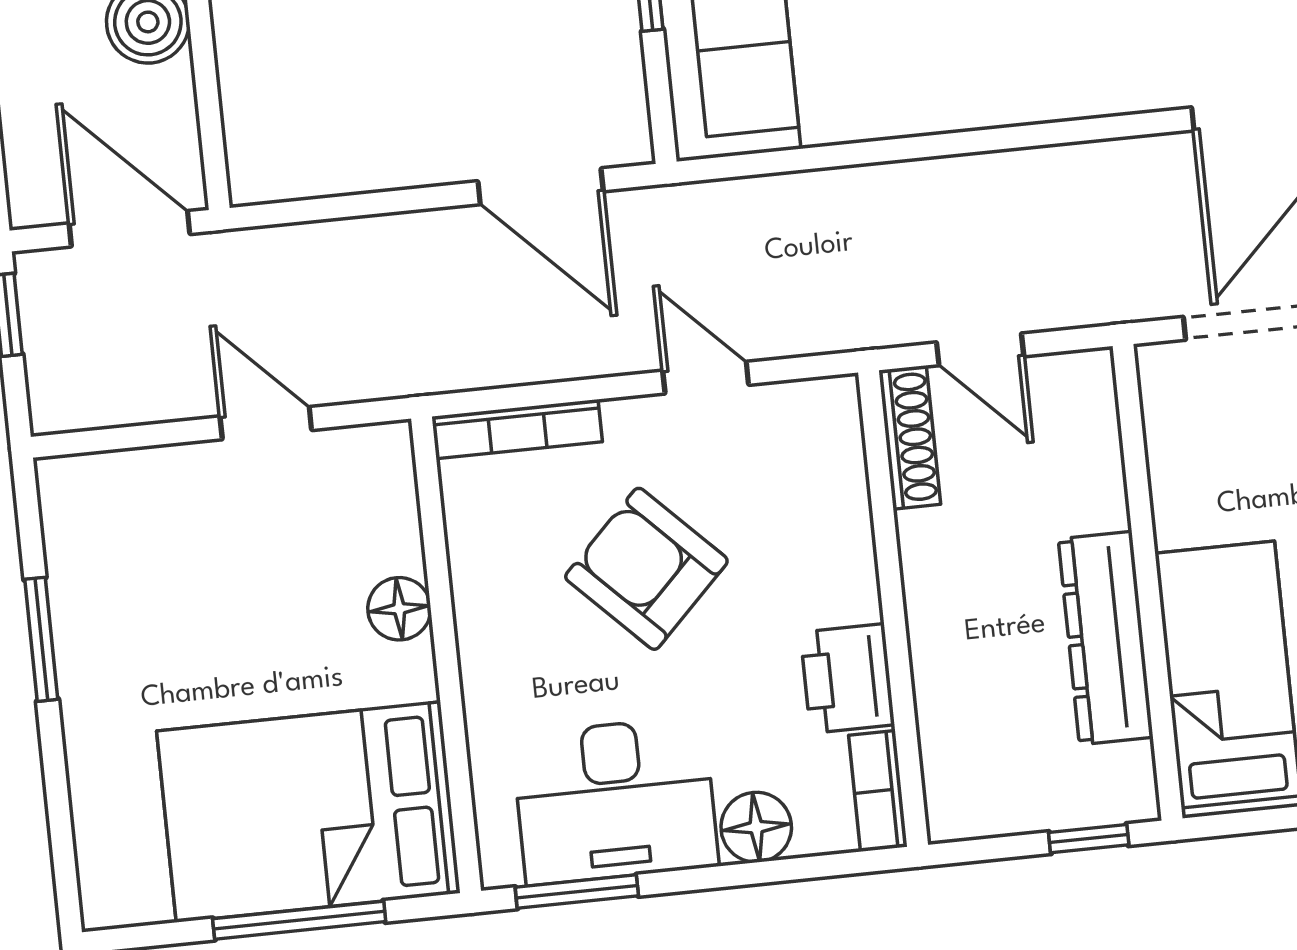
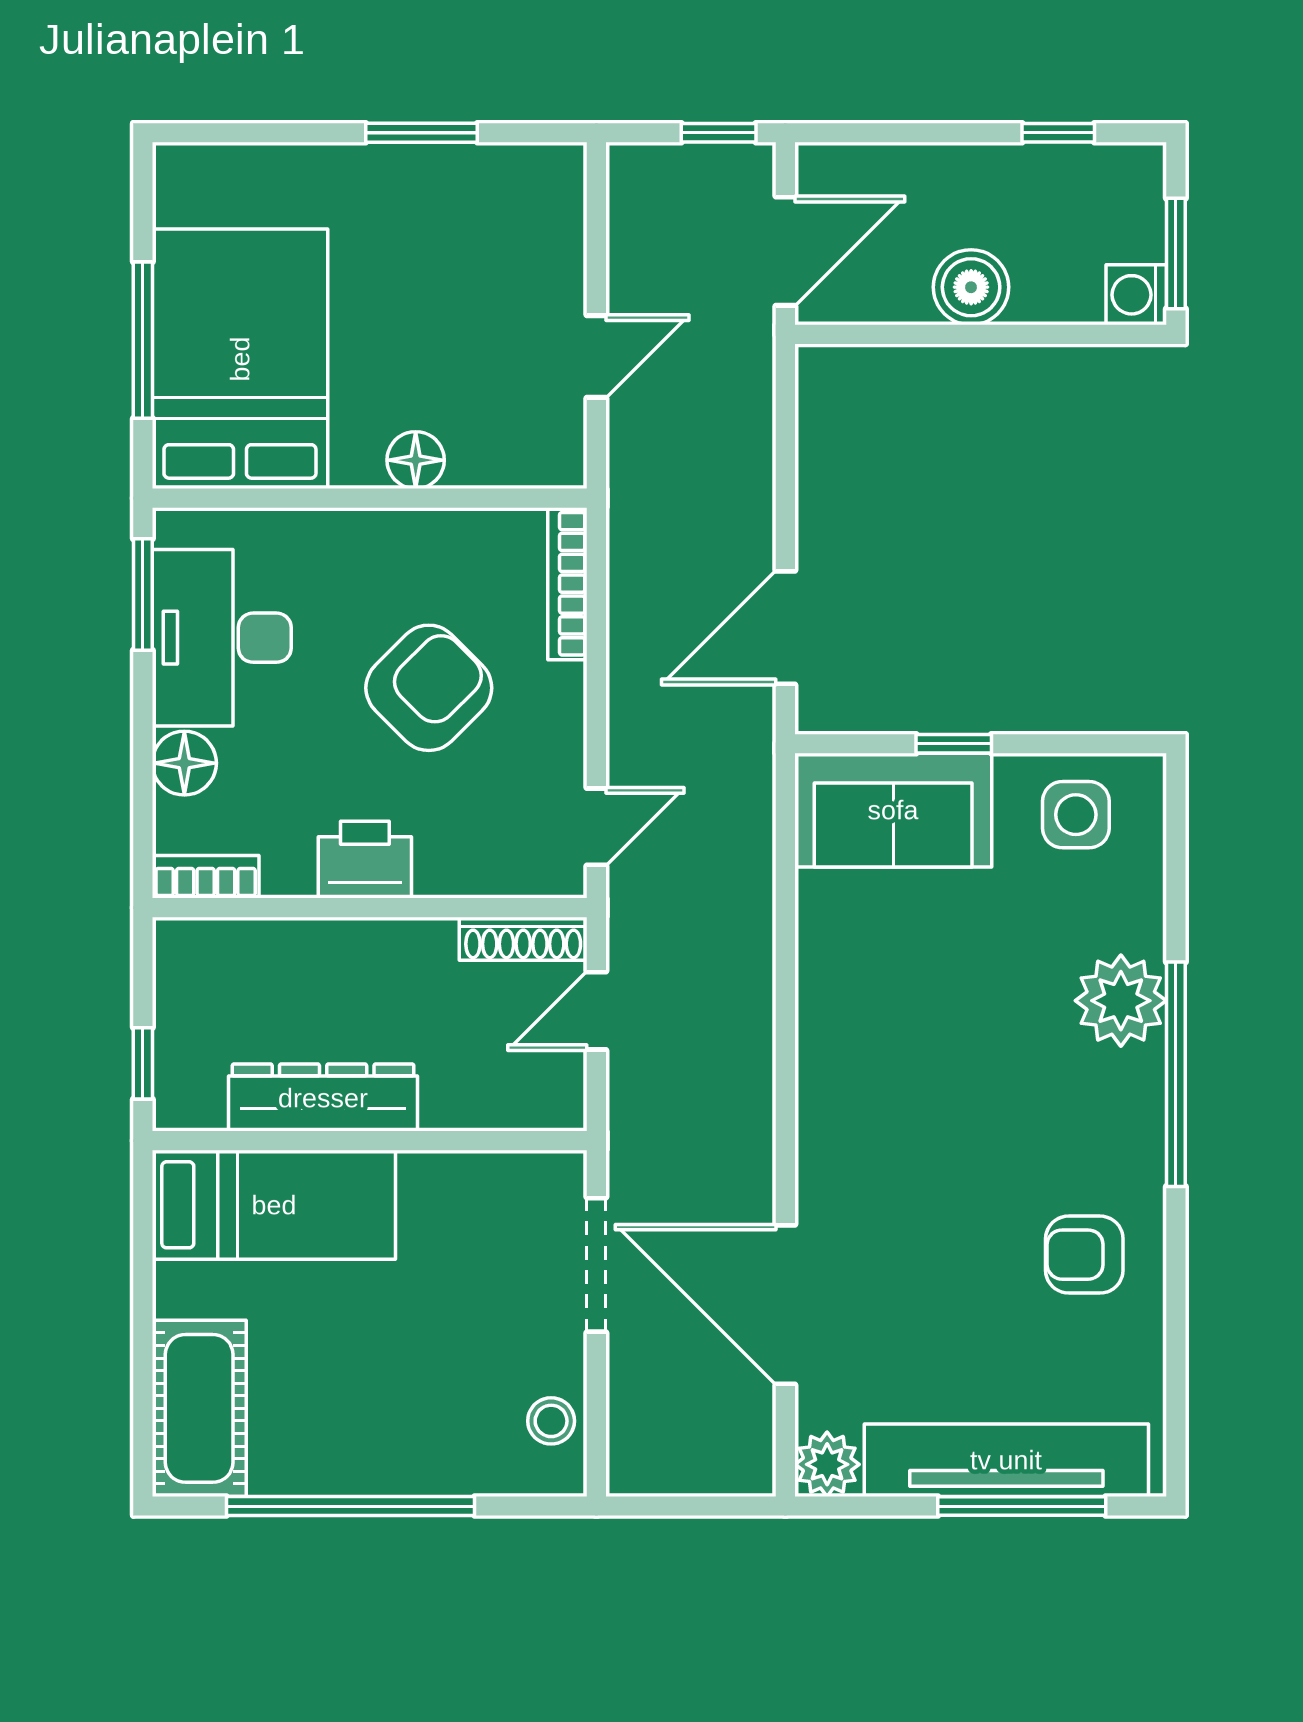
door: (706, 378) -> (596, 827), moved
printer: (847, 678) -> (365, 860), moved

